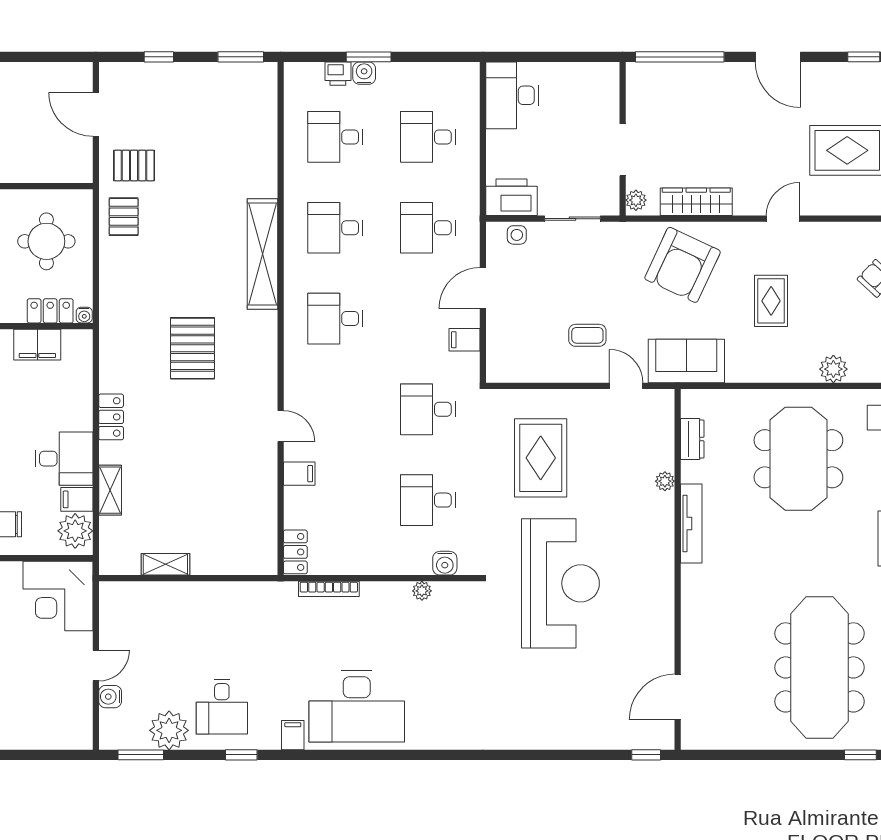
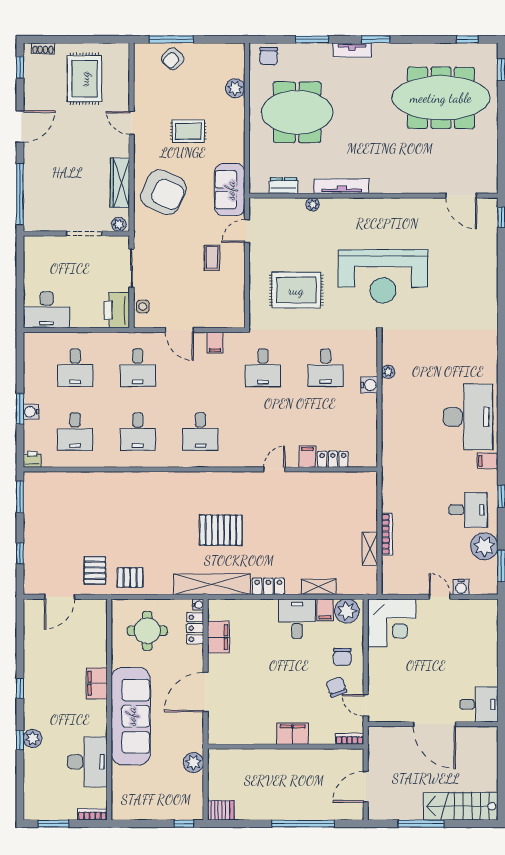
printer: (338, 74) -> (32, 459), moved, turned -90
shelving: (262, 254) -> (212, 584), moved
locker: (295, 552) -> (333, 459), moved
water cooler: (445, 563) -> (369, 385), moved
reception desk: (560, 583) -> (383, 276), turned 180
bookcase: (329, 589) -> (387, 534), moved

